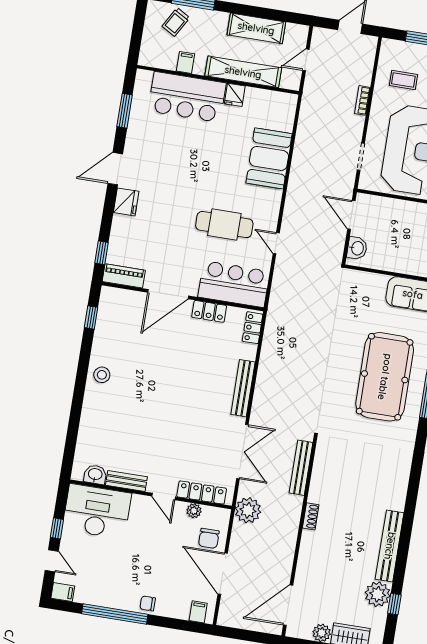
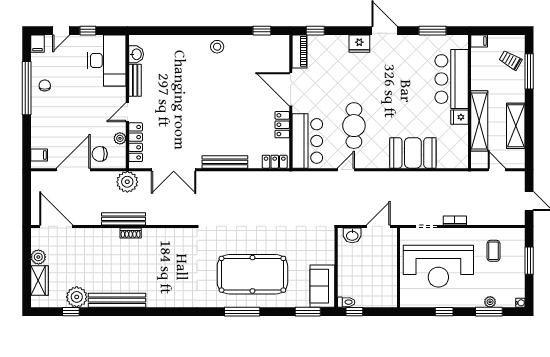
filing cabinet: (186, 62) -> (479, 41), moved
bookcase: (362, 100) -> (455, 220), moved
bench: (301, 468) -> (123, 219), moved
chair: (148, 603) -> (45, 85), moved

